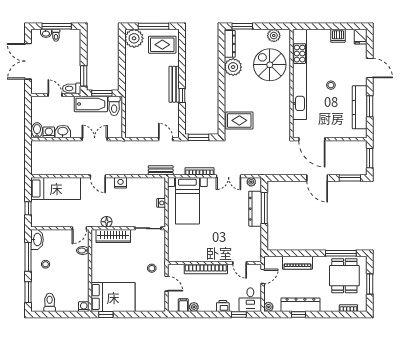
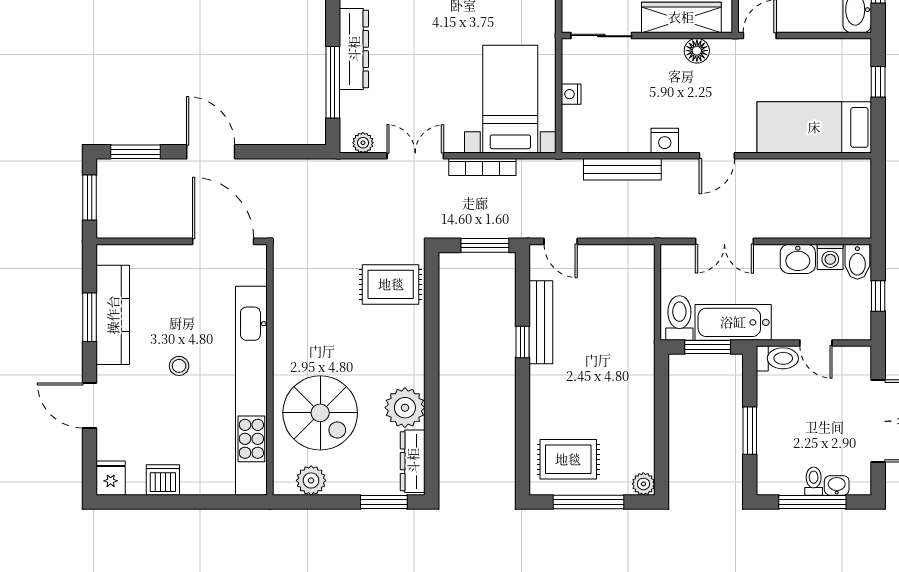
plant: (134, 38) -> (643, 484), width x0.53, depth x0.53
window: (84, 76) -> (750, 431), moved
bench: (174, 84) -> (541, 322), moved
window: (28, 115) -> (878, 296), added
bench: (161, 170) -> (622, 169), moved, width x1.36
door: (98, 176) -> (717, 156), swing flipped
dresser: (255, 209) -> (354, 49), moved

